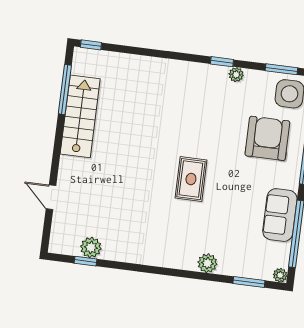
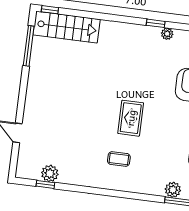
stairs: (80, 116) -> (67, 27), moved, turned 90
coffee table: (176, 230) -> (119, 159), added
plant: (207, 263) -> (173, 190), moved

